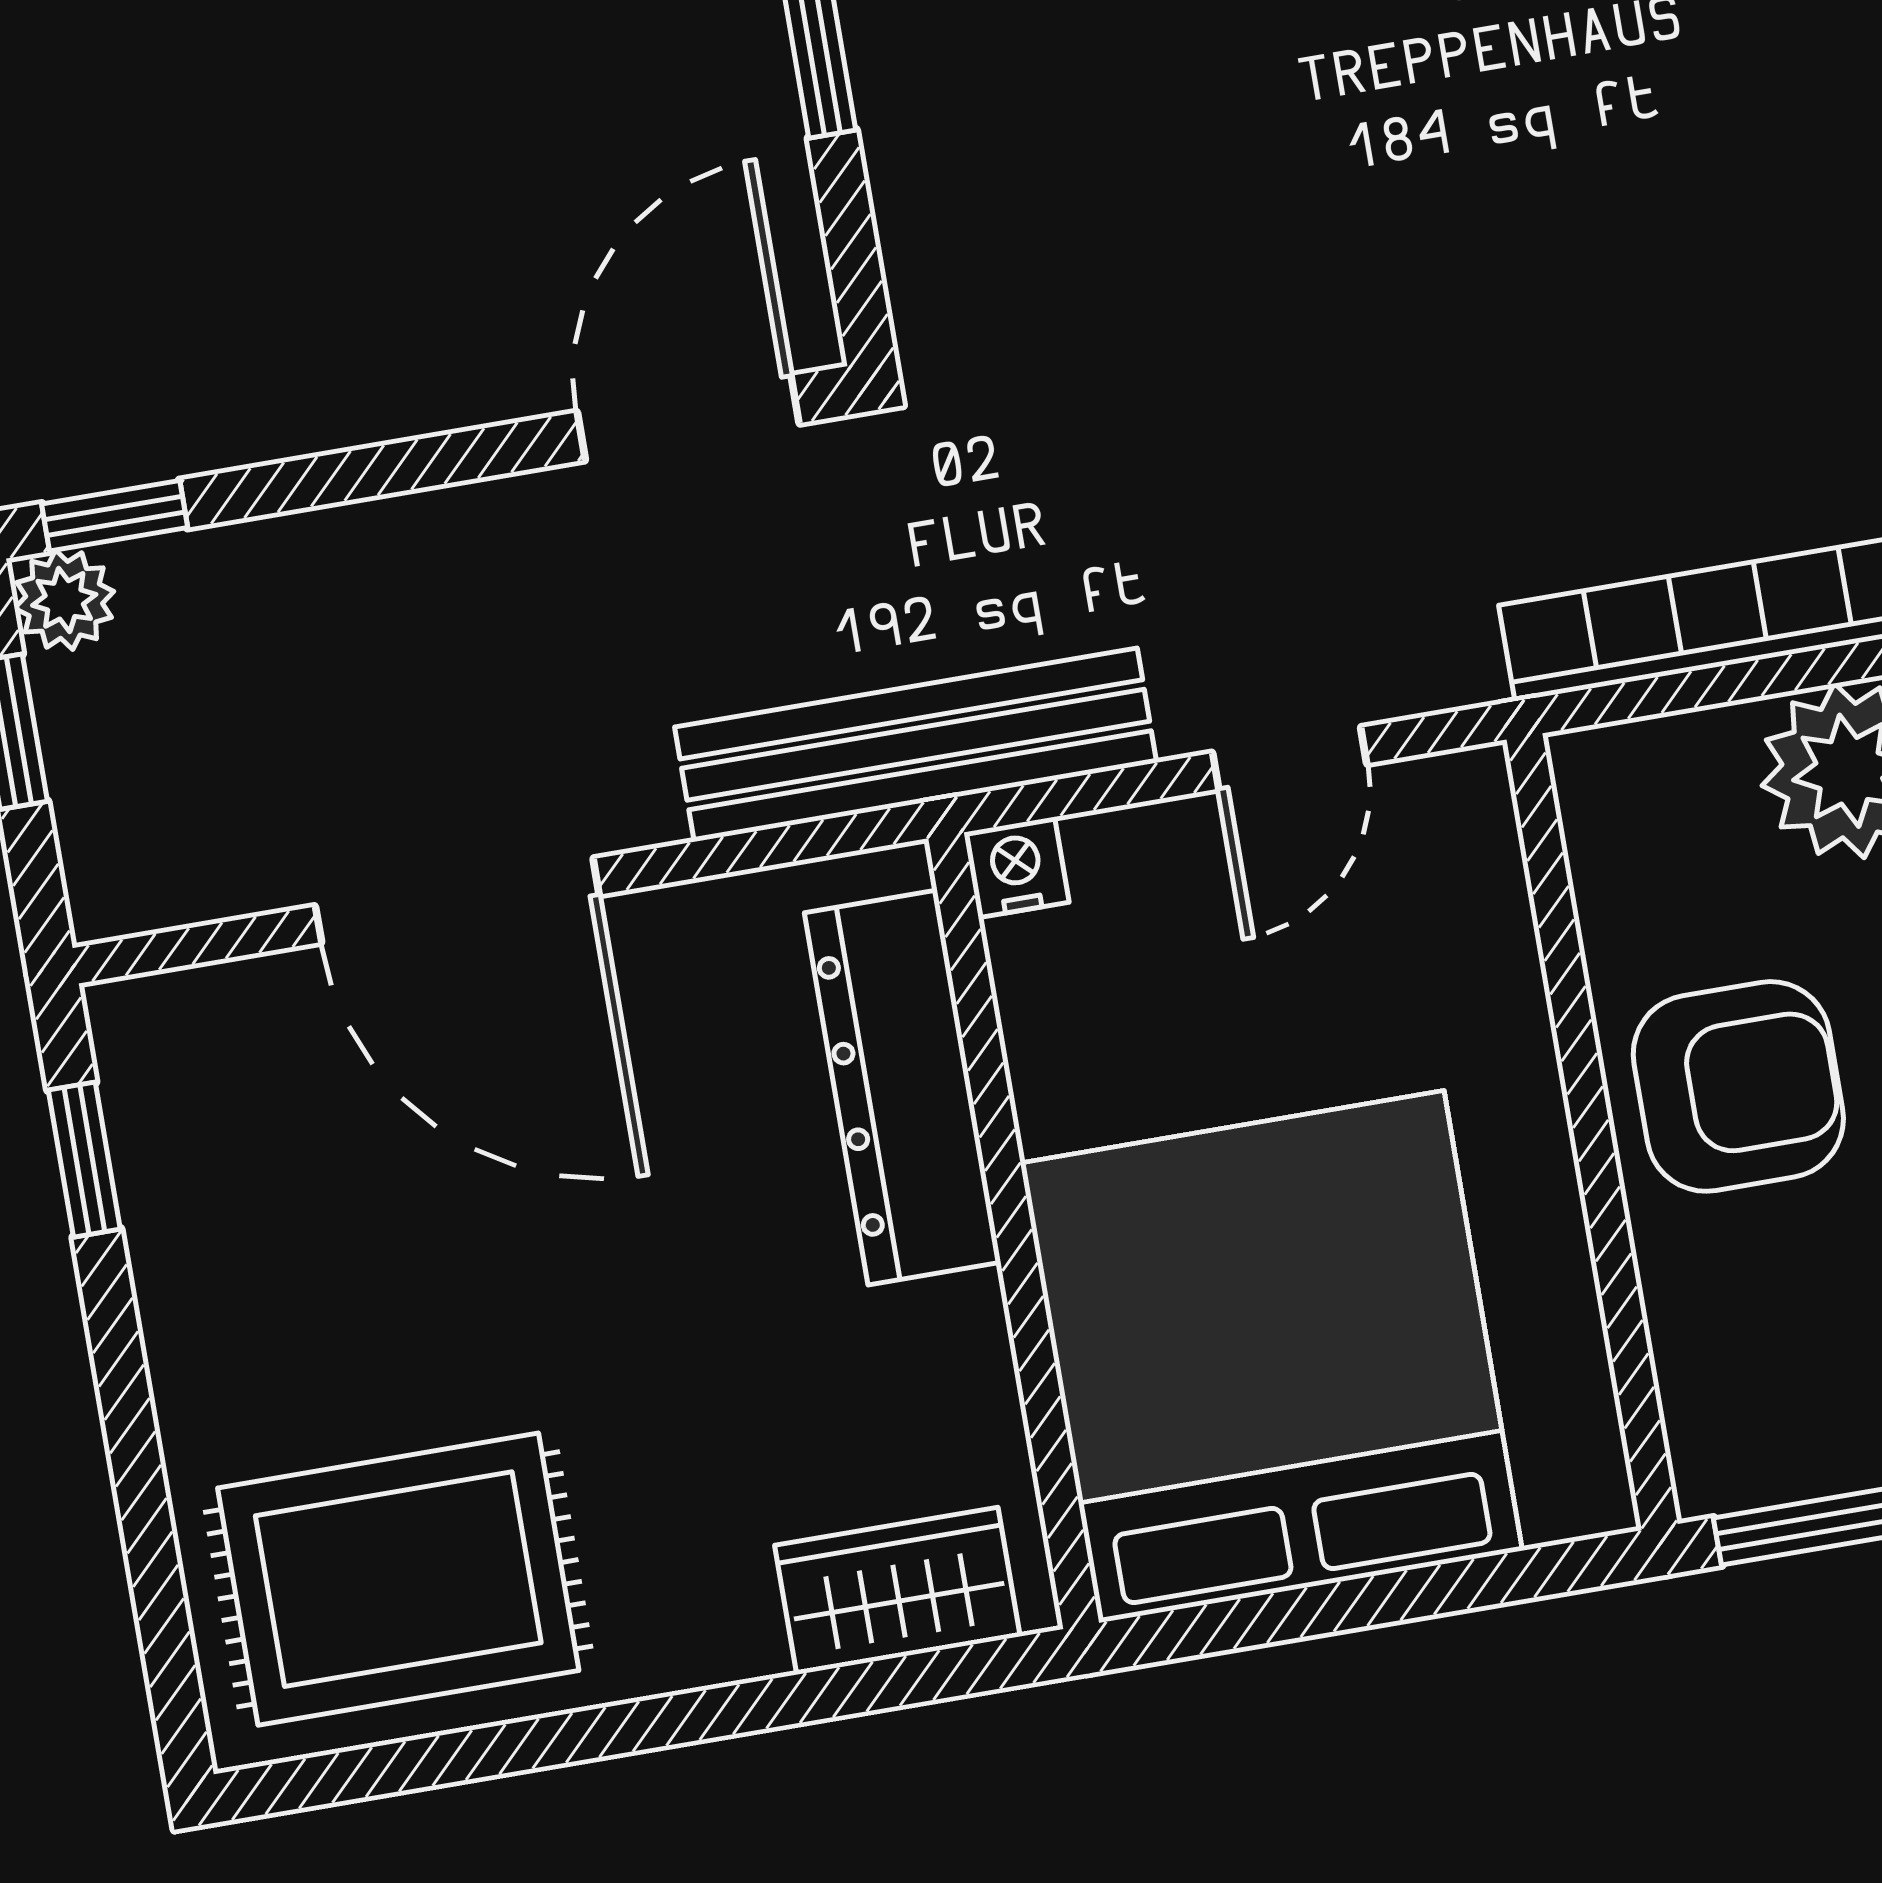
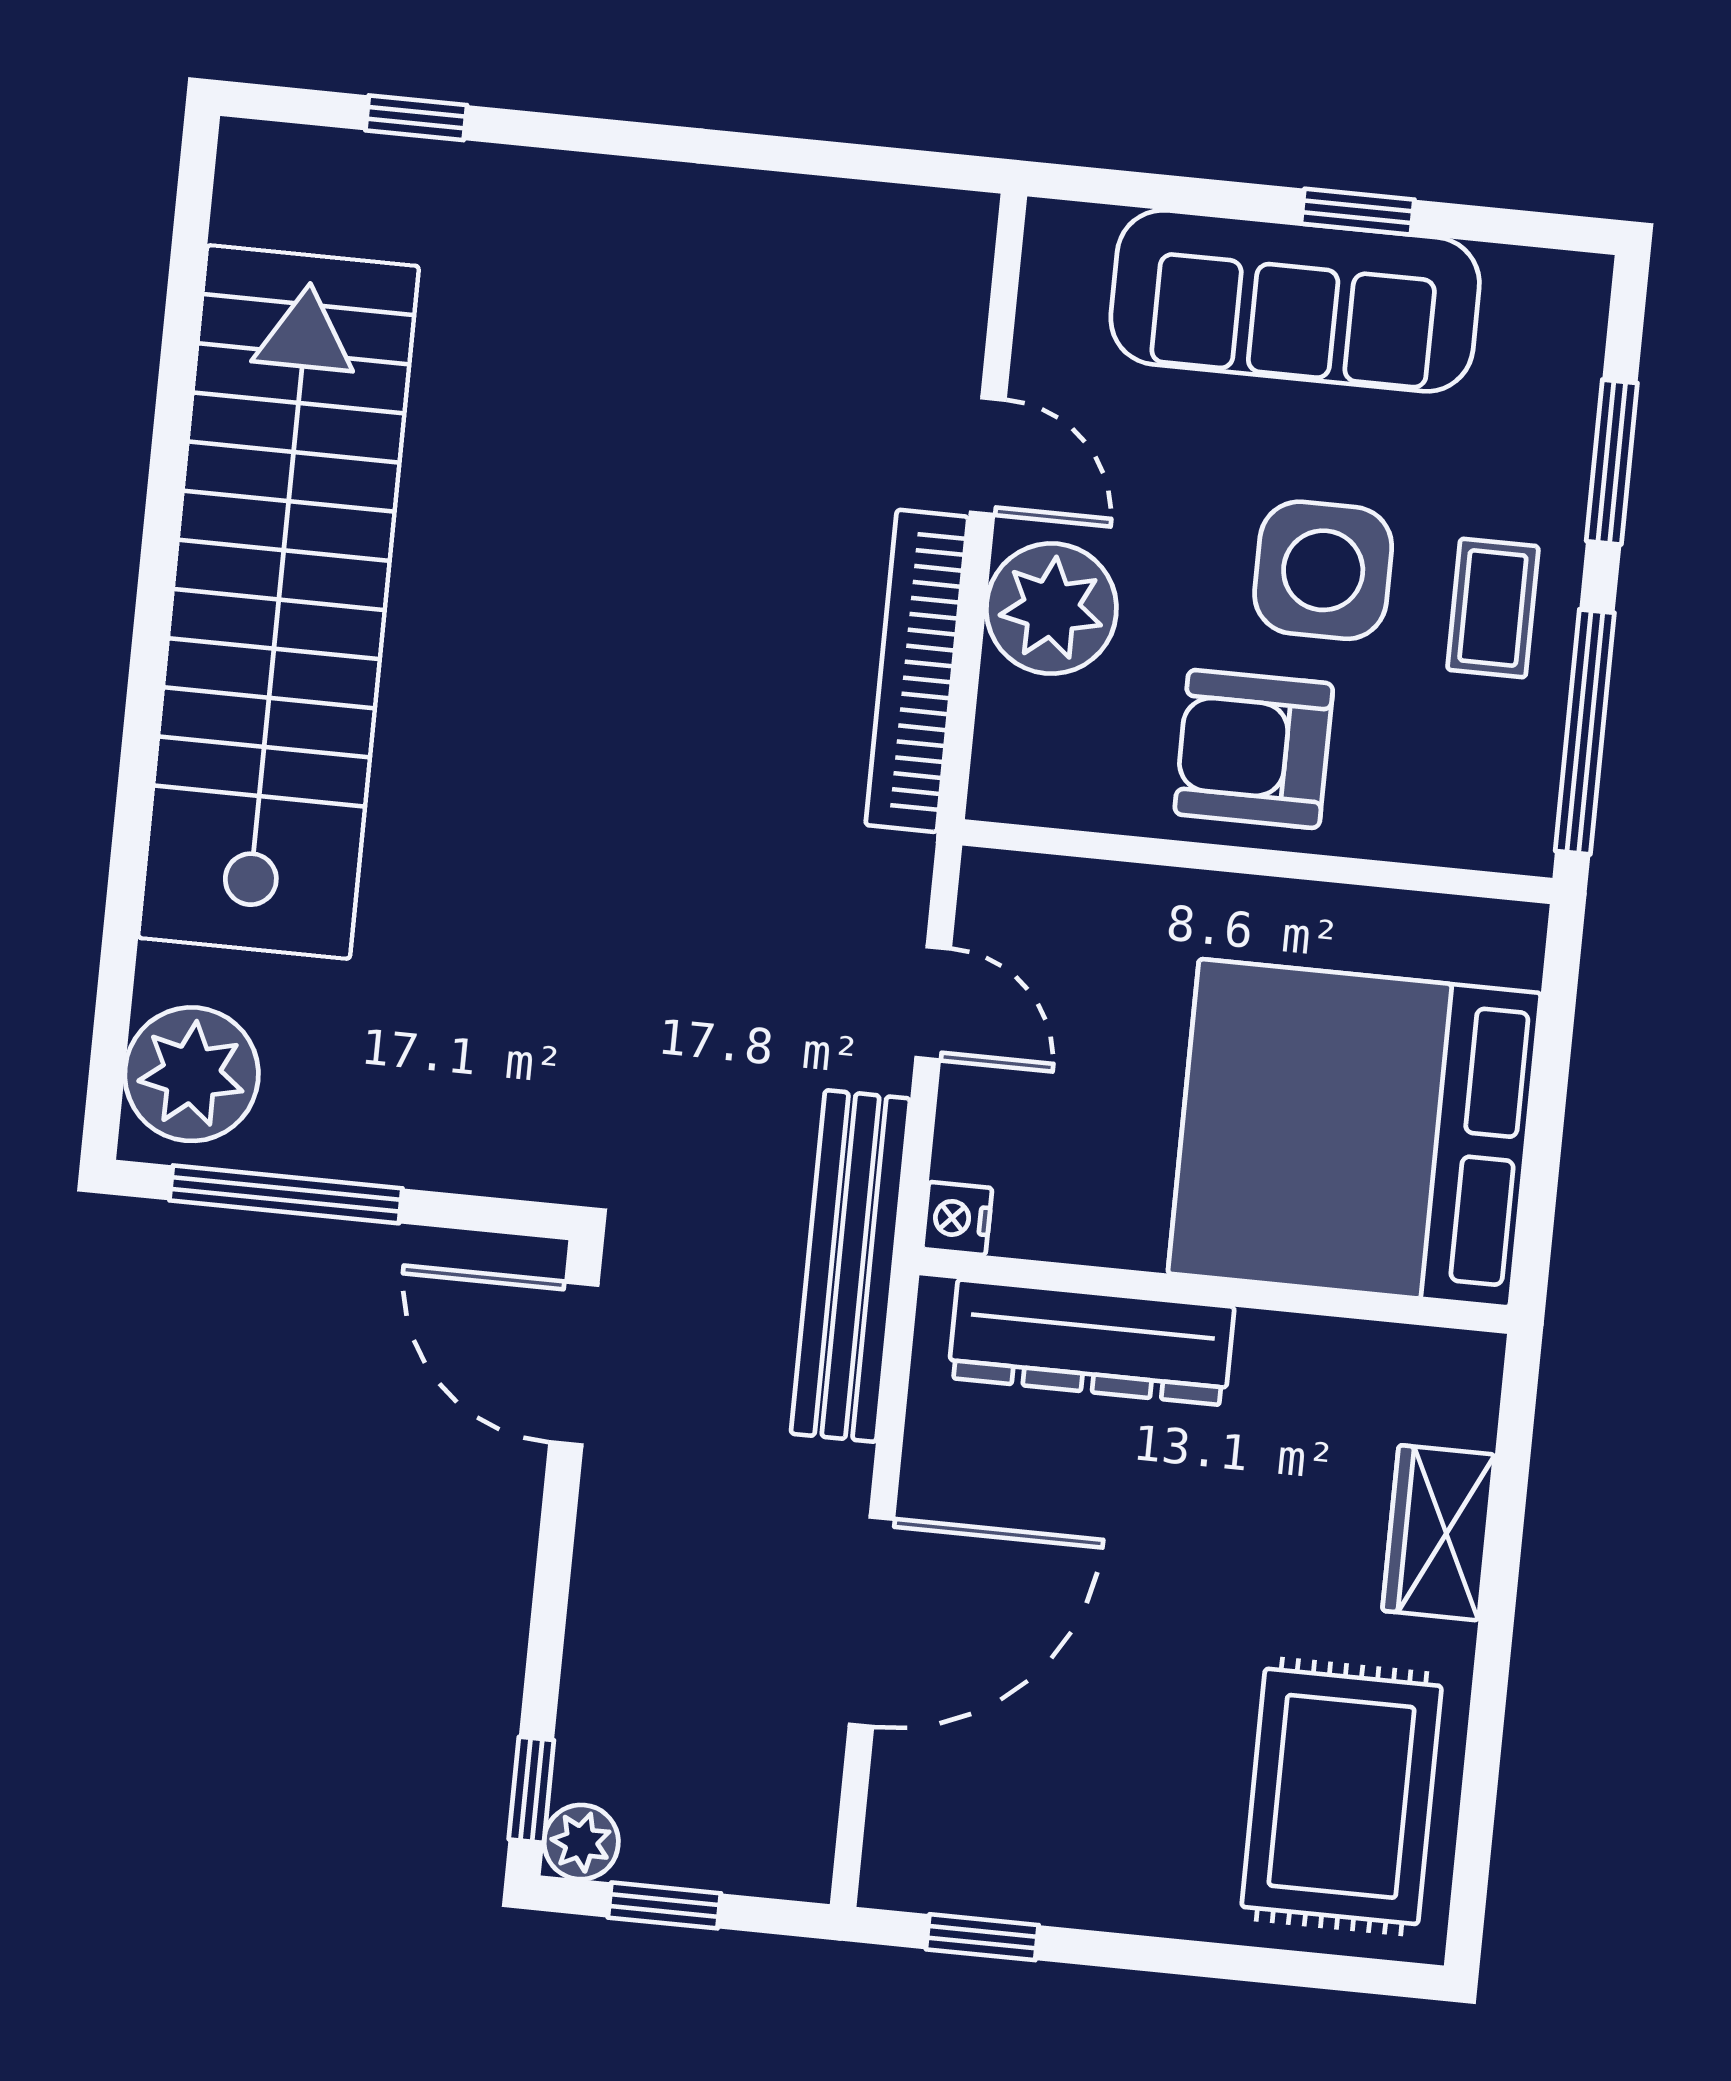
armchair: (1738, 1086) -> (1254, 749), turned -90
wardrobe: (897, 1591) -> (1439, 1533), moved

